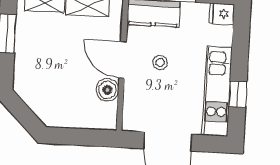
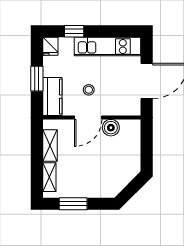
window: (238, 94) -> (74, 31), moved

